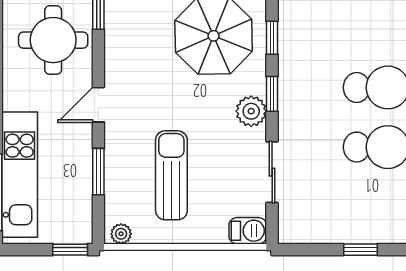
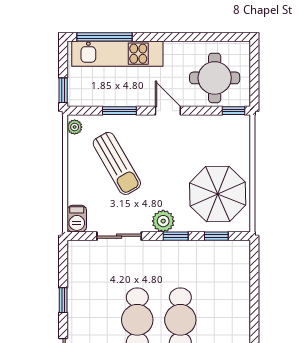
sun lounger: (171, 175) -> (117, 163), turned 60

